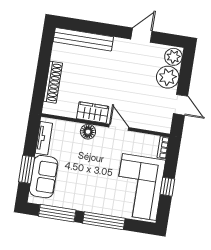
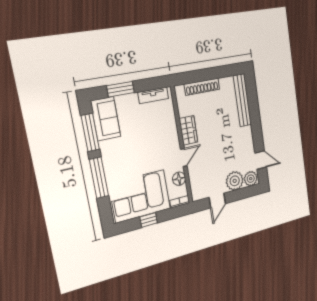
door: (141, 35) -> (261, 160), moved
floor lamp: (88, 132) -> (179, 179), moved
sofa: (44, 177) -> (106, 119), moved, turned -90

